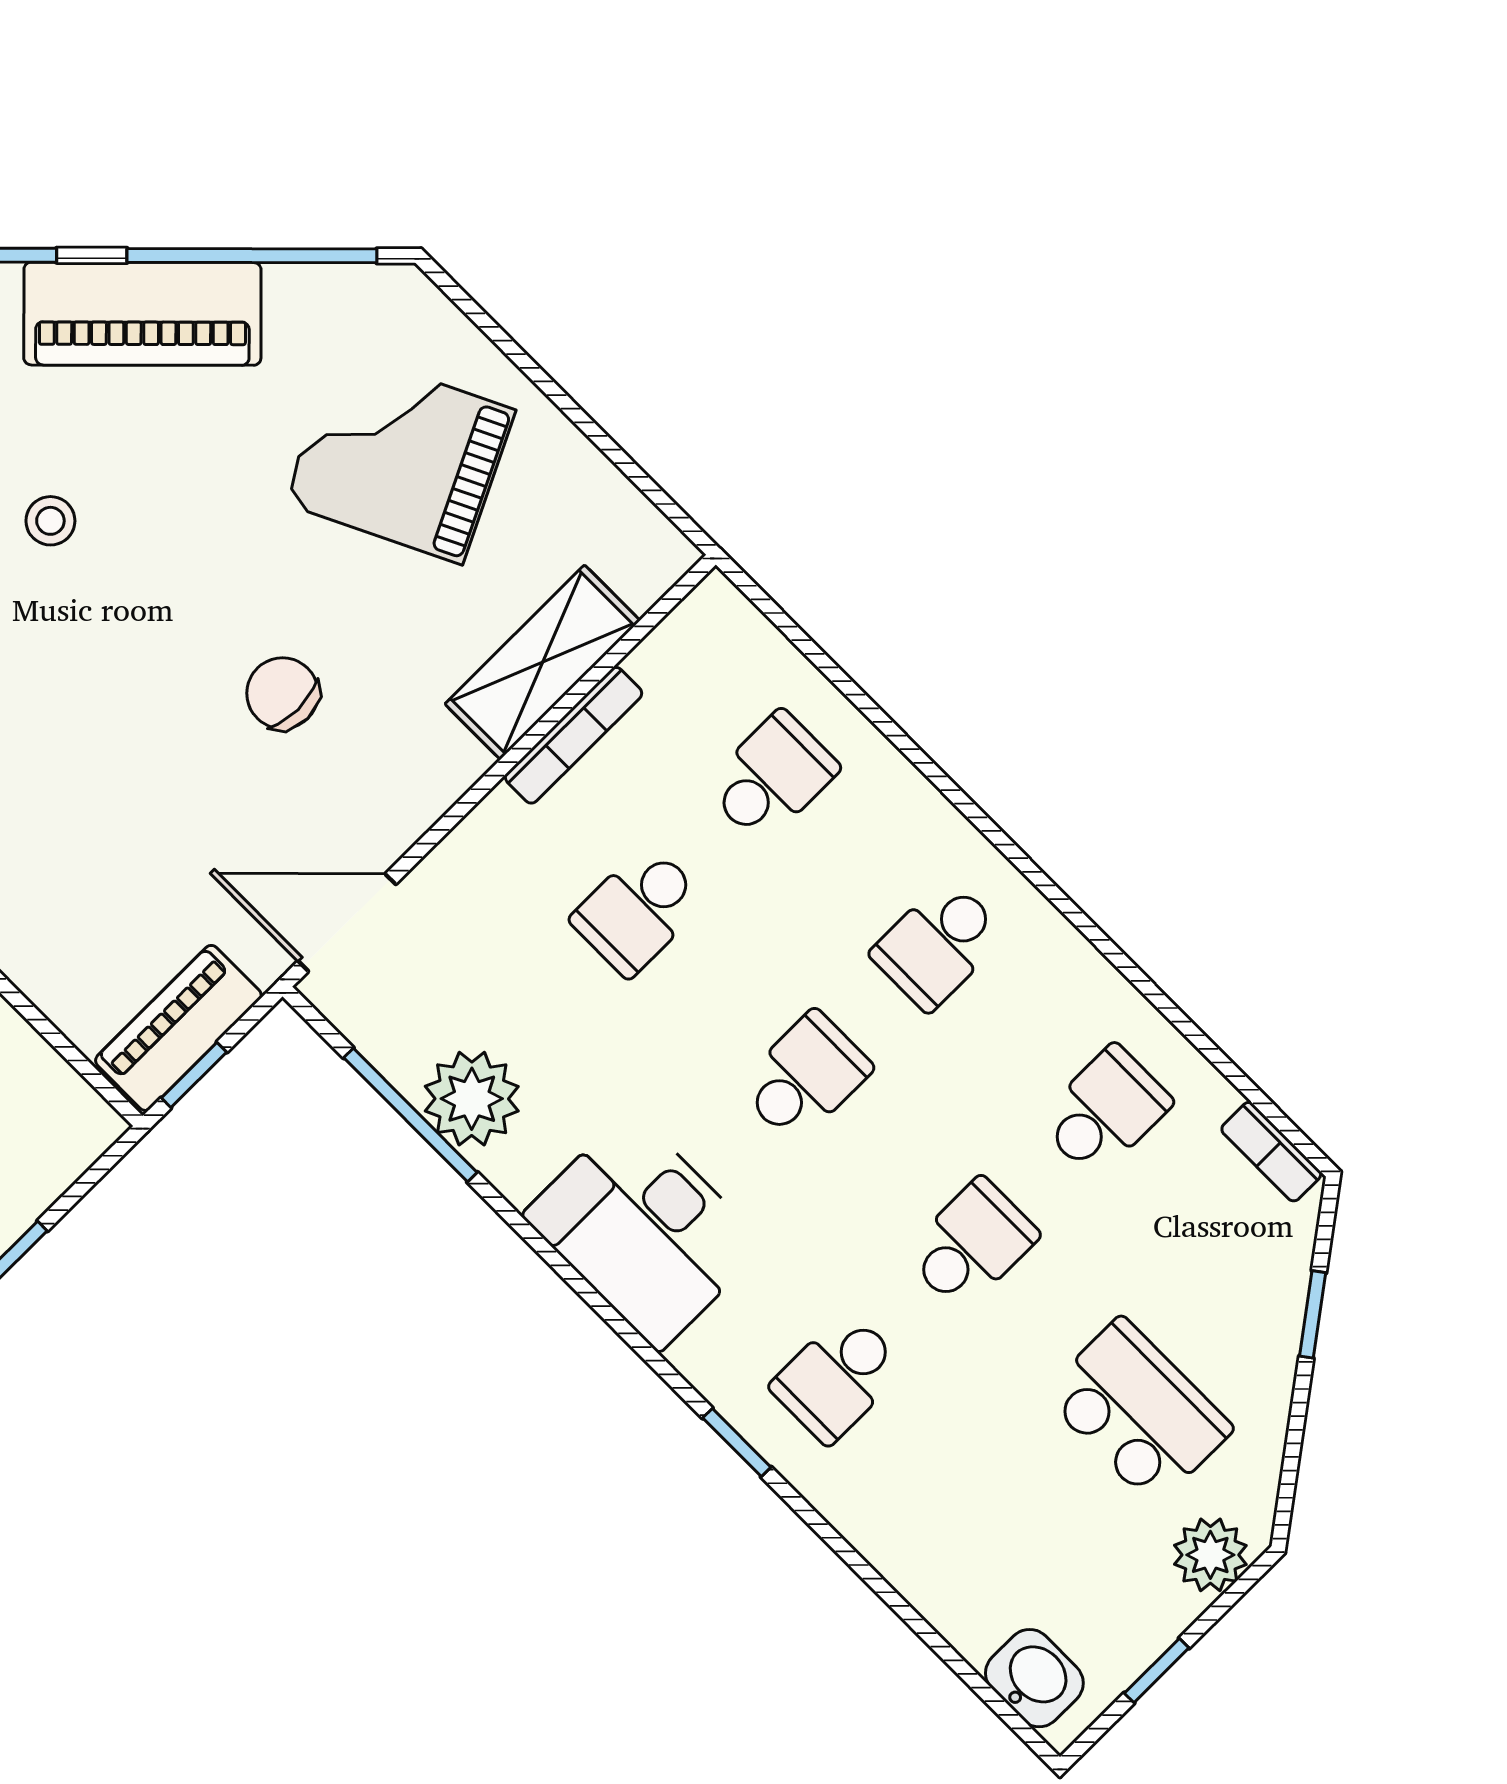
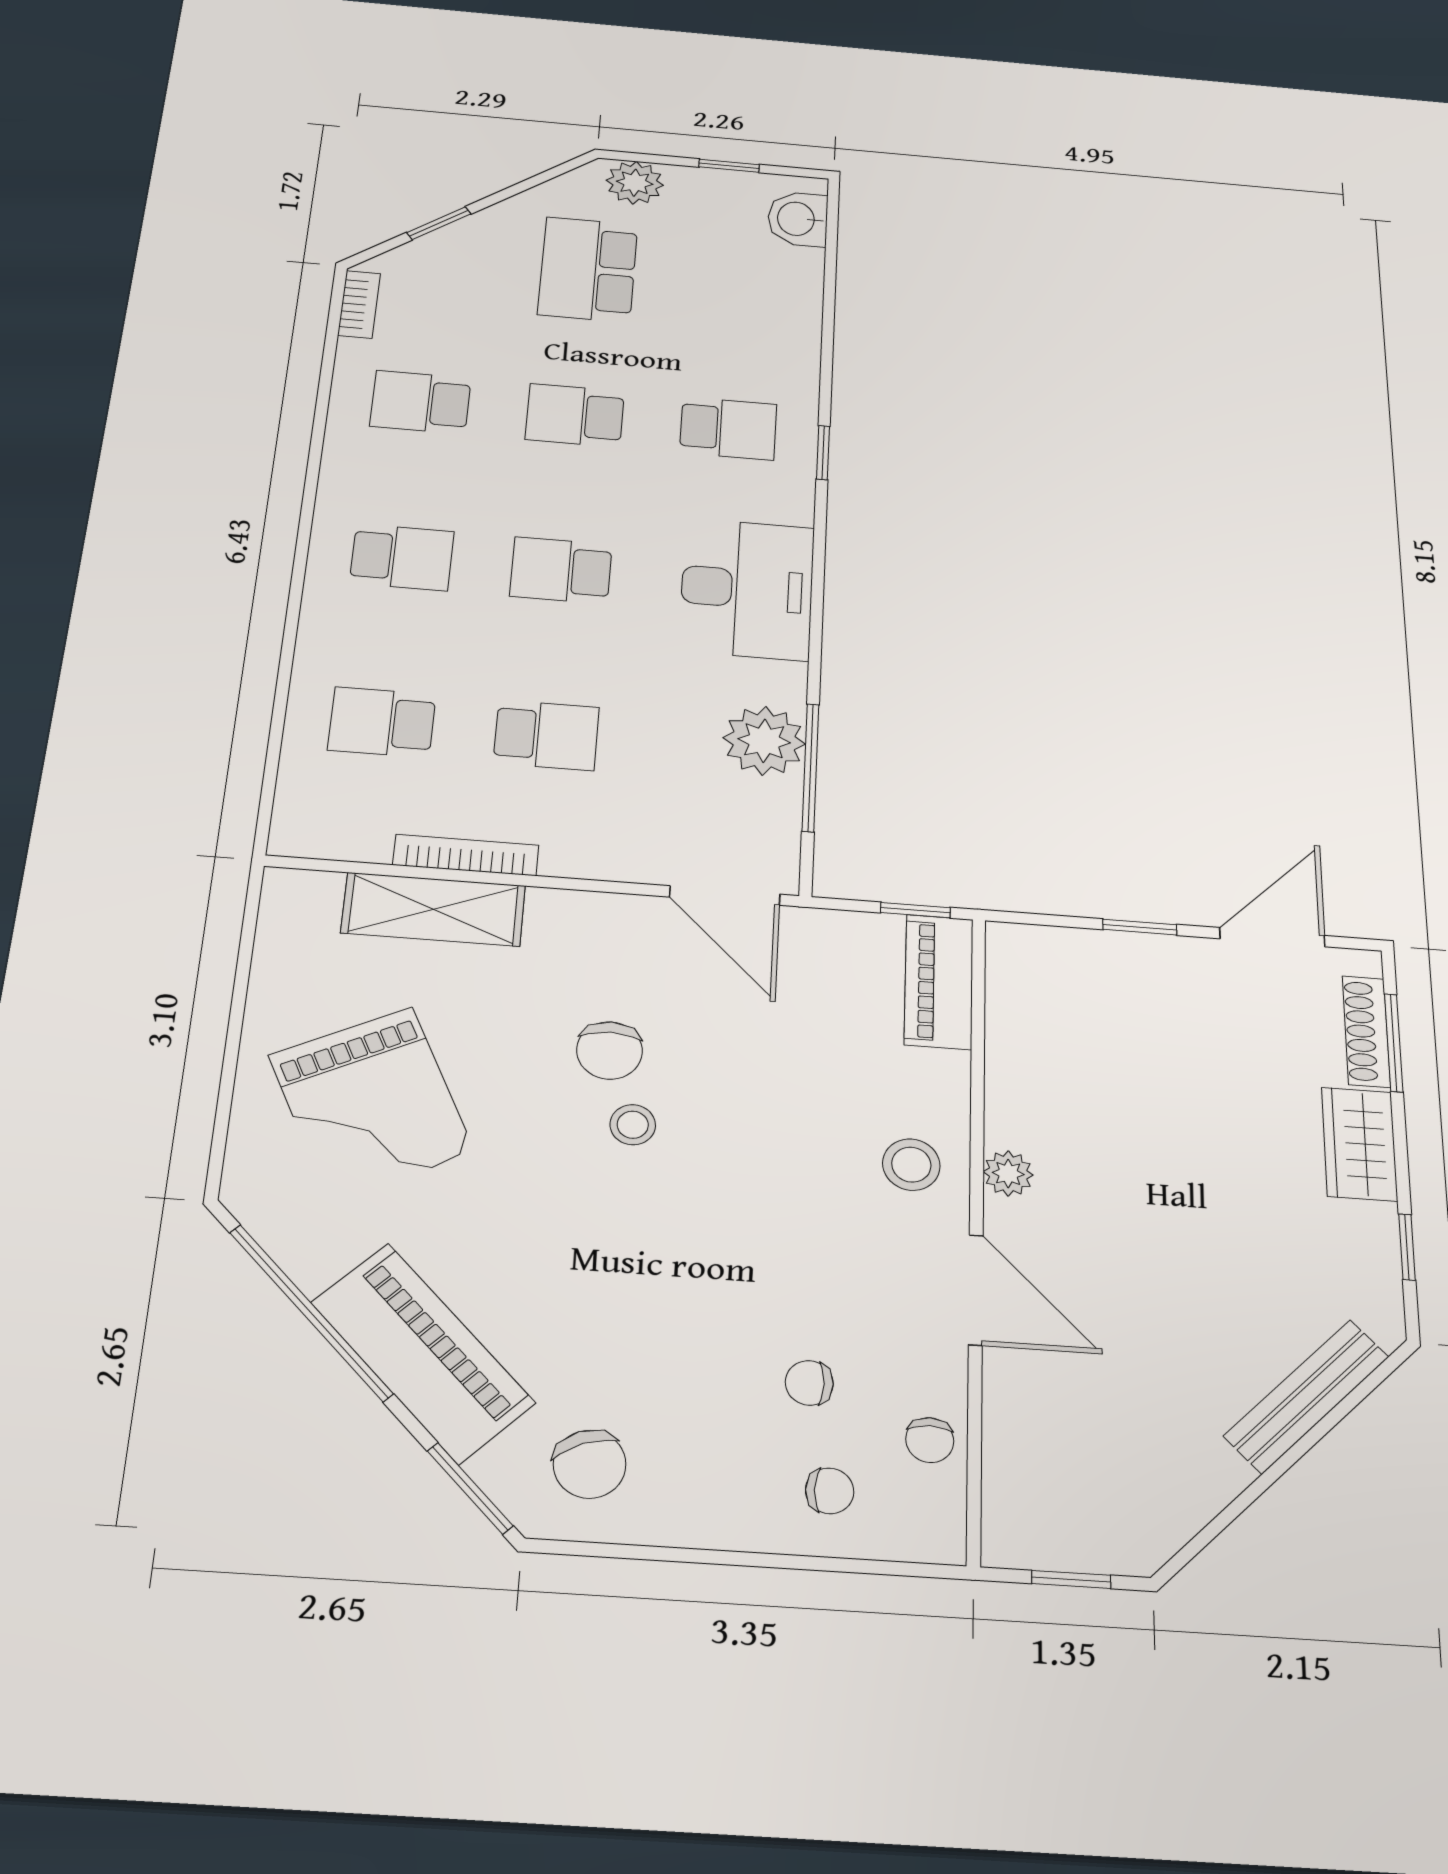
stool: (50, 521) -> (633, 1125), moved
piano: (178, 1028) -> (939, 982), moved, turned 90

